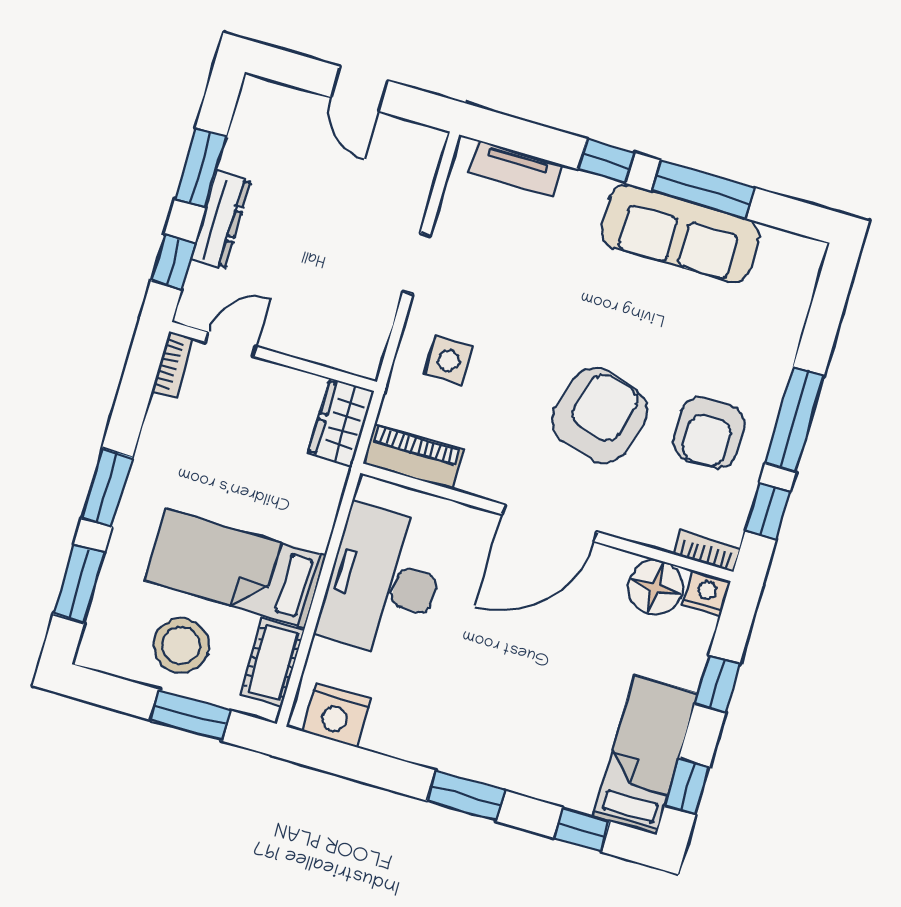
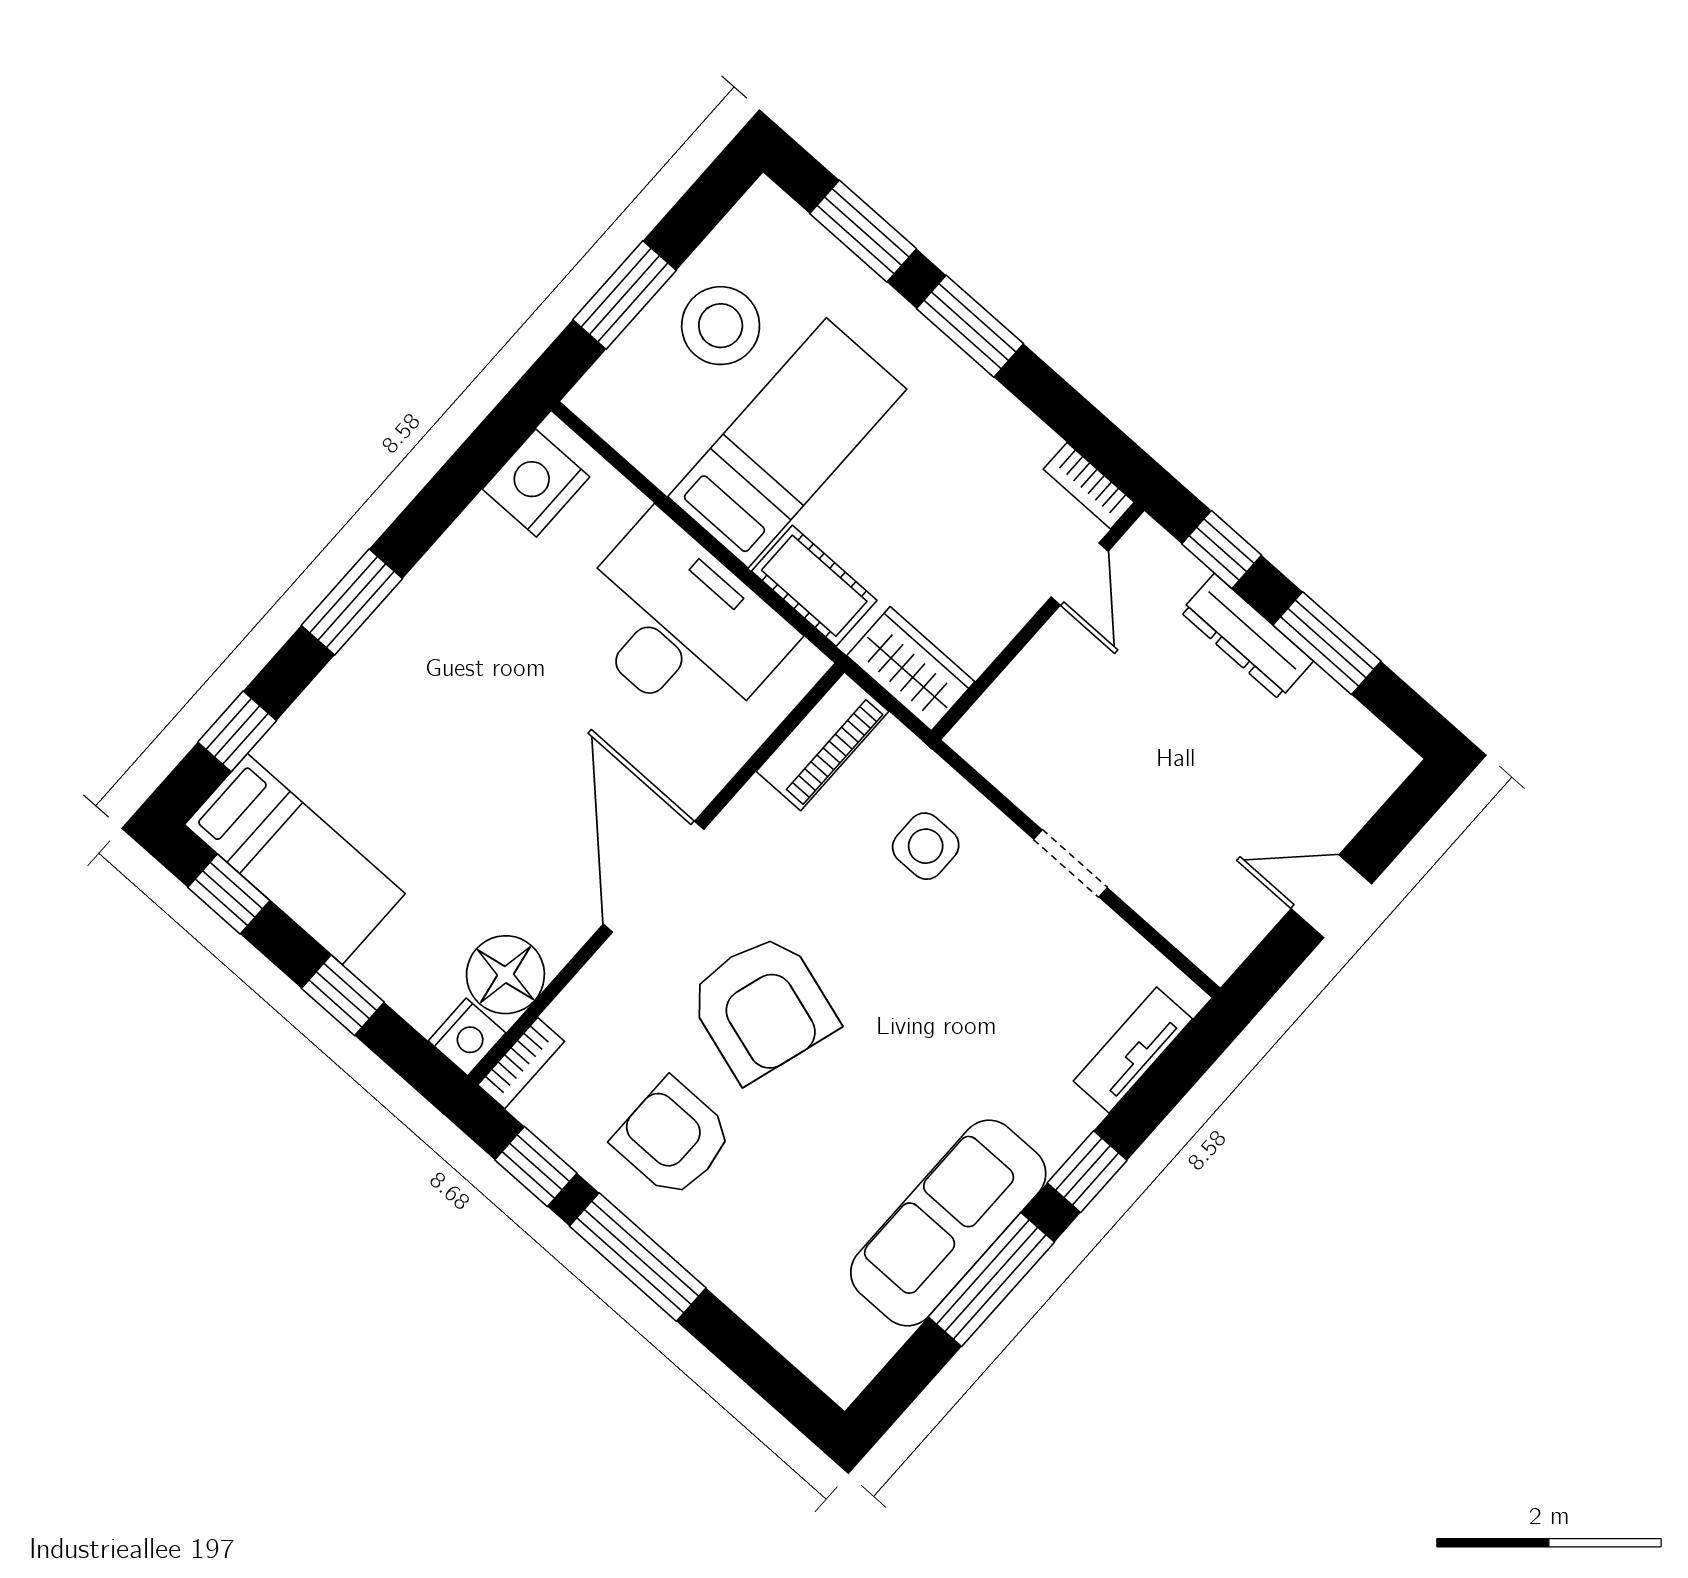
cot: (272, 663) -> (814, 586), moved

